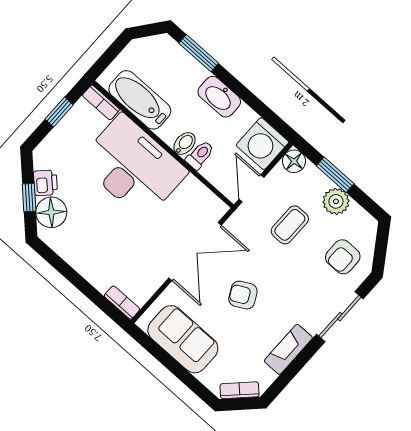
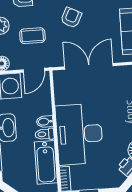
toilet: (200, 155) -> (45, 134), moved
armchair: (243, 295) -> (71, 18), moved, turned -125

